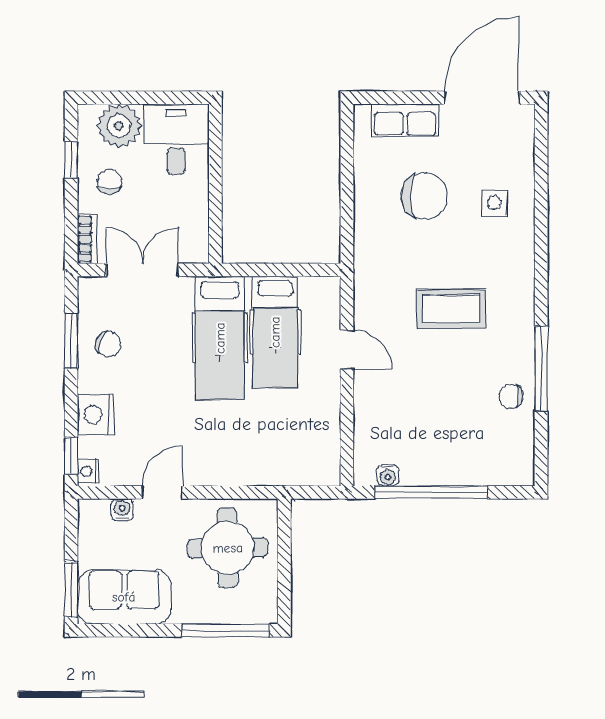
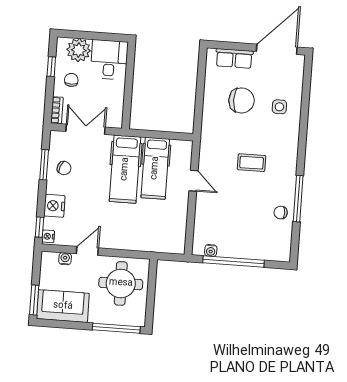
coffee table: (451, 309) -> (252, 163), width x0.73, depth x0.77

